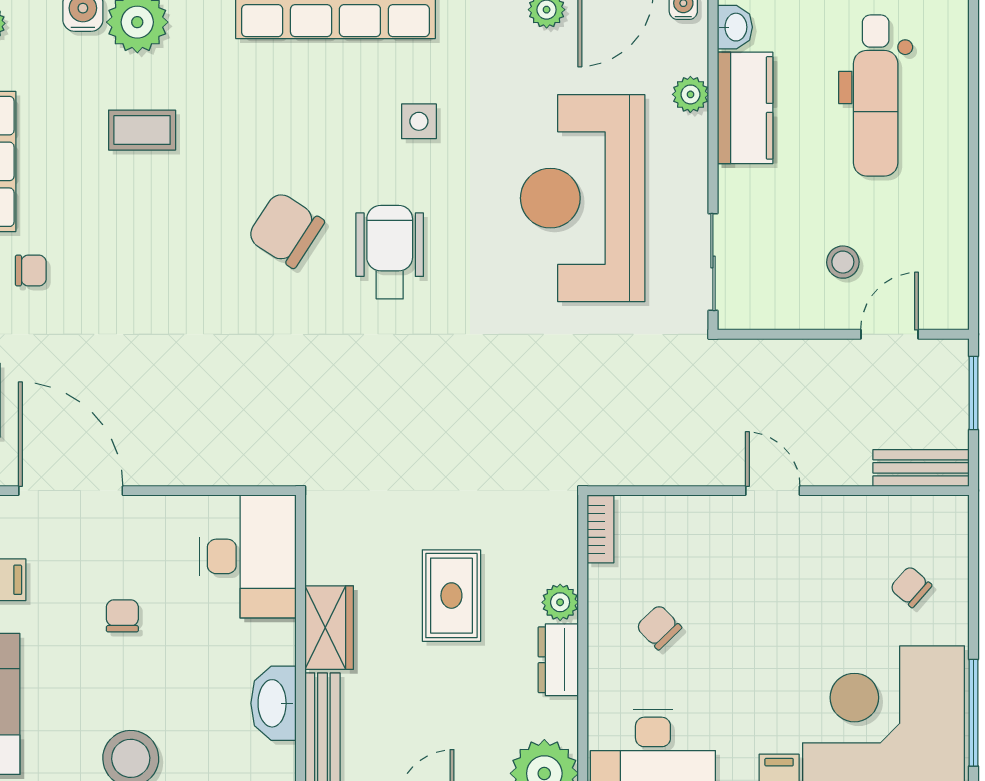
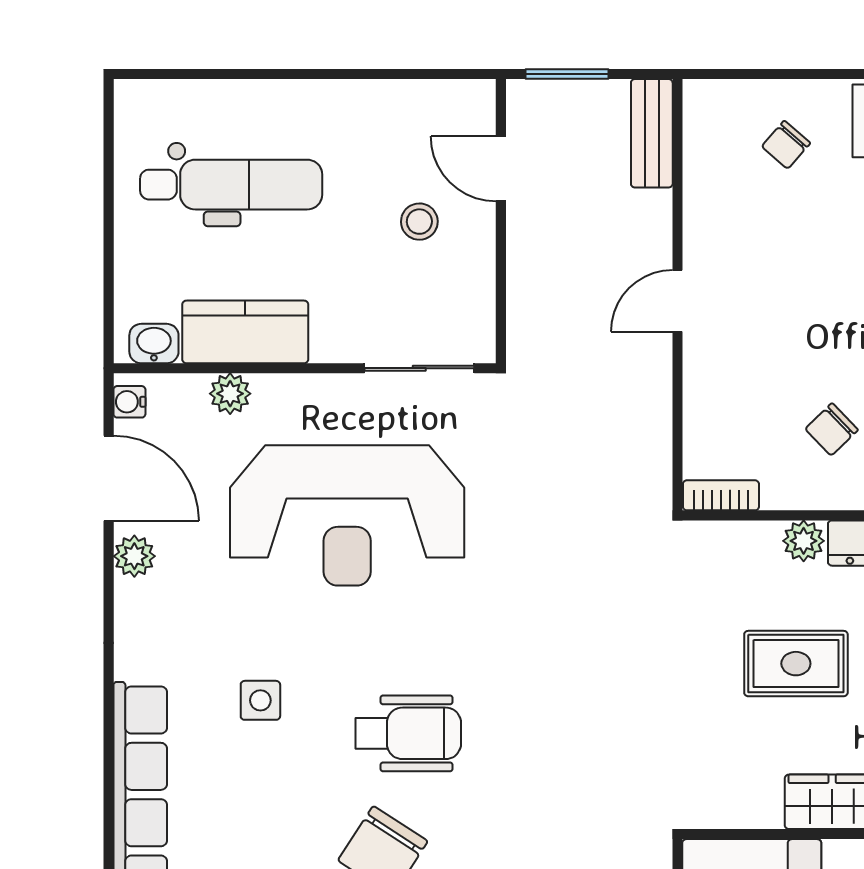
wheelchair: (390, 252) -> (408, 733), turned 180

